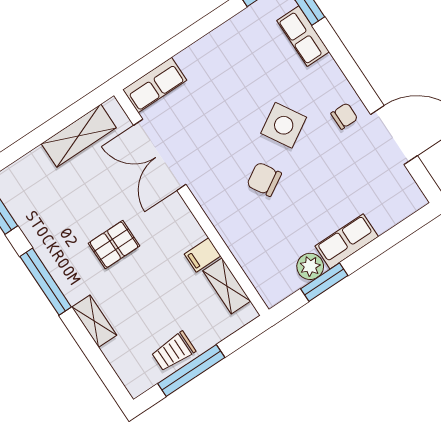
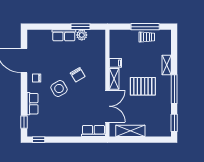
row of seats: (303, 36) -> (33, 104), moved
pallet: (114, 245) -> (143, 86), width x1.50, depth x1.42
shelving: (227, 286) -> (114, 79), moved

